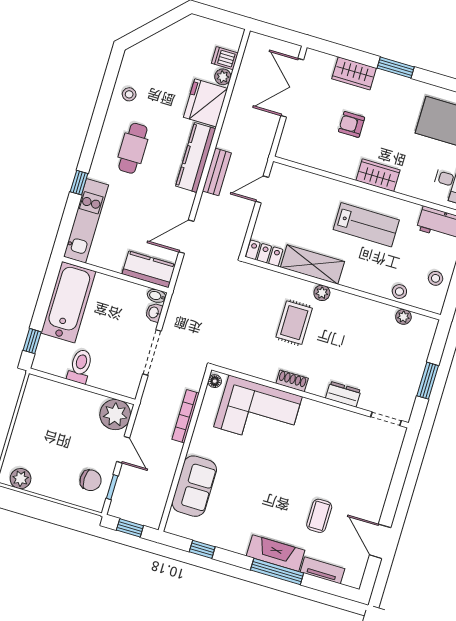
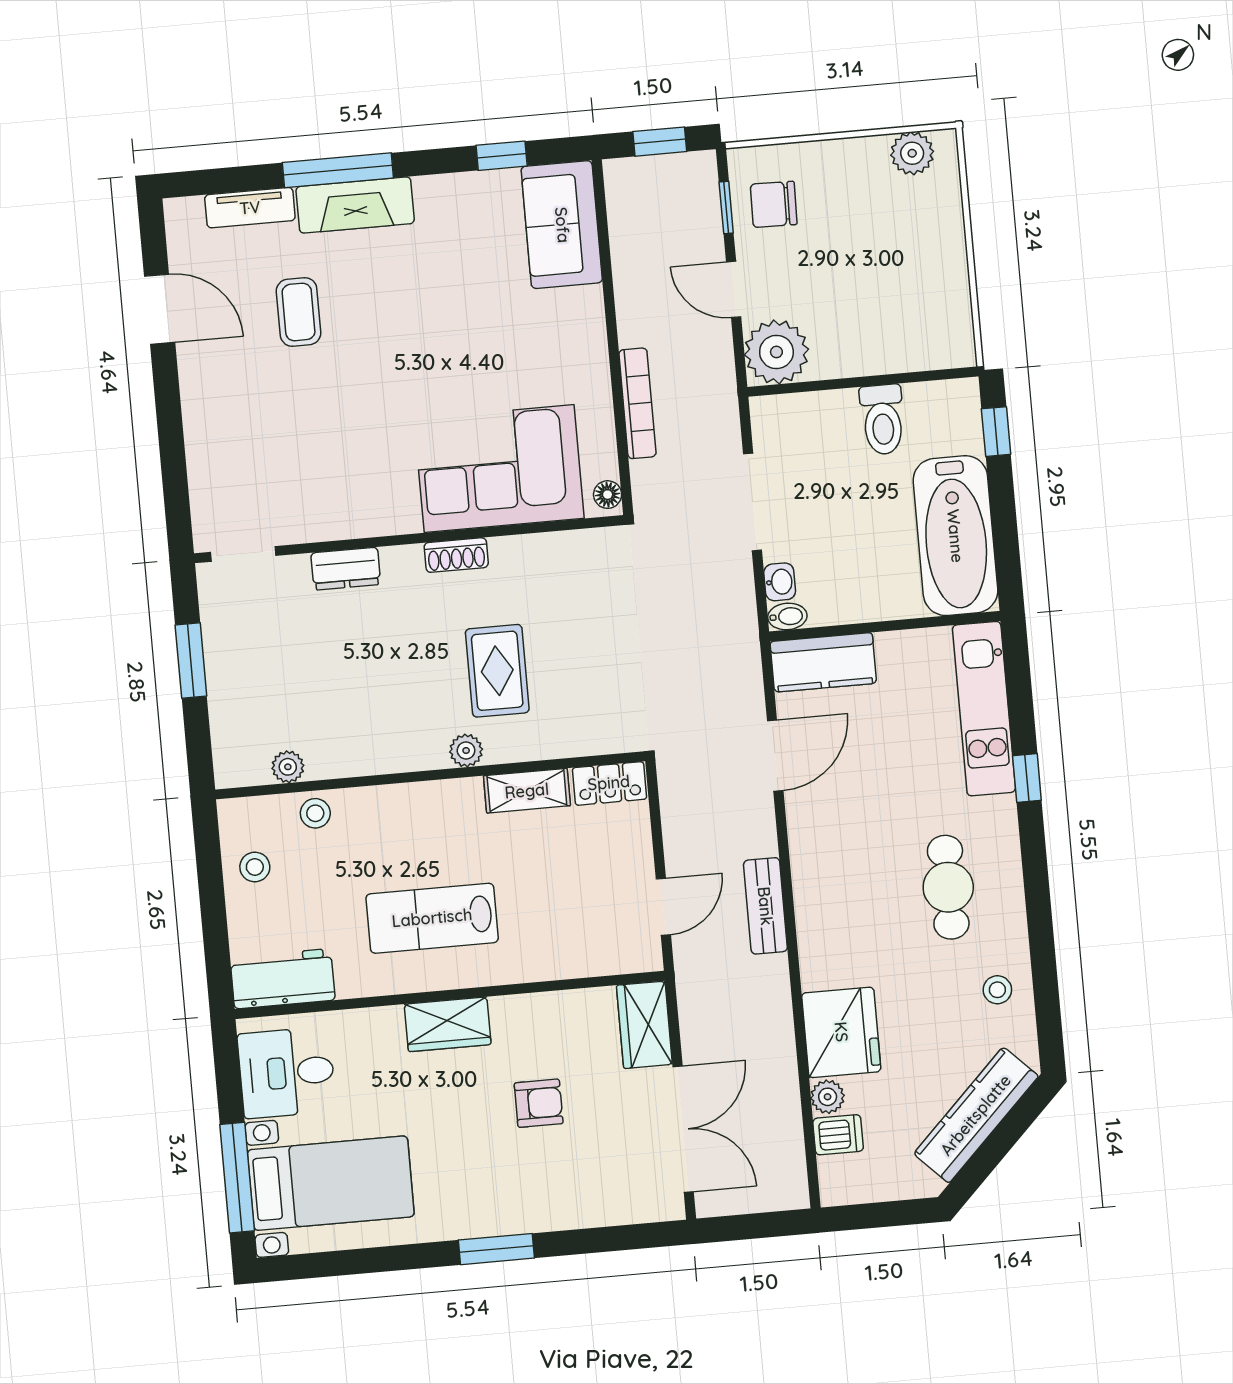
wardrobe: (354, 73) -> (644, 1025), moved, turned -90
kitchen counter: (196, 157) -> (976, 1115), moved, turned -135
shelving: (312, 264) -> (527, 791), width x0.67, depth x0.75
sofa: (194, 486) -> (562, 225), moved

